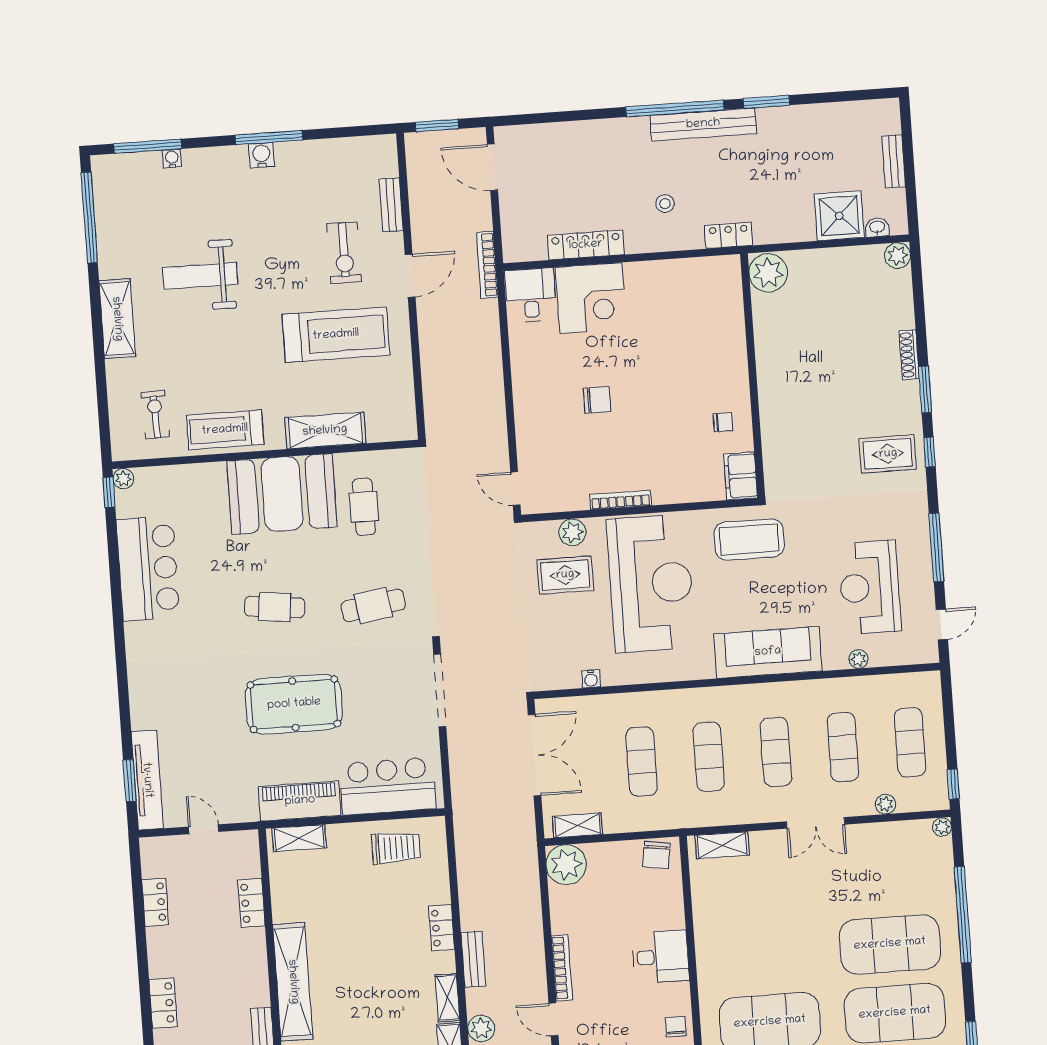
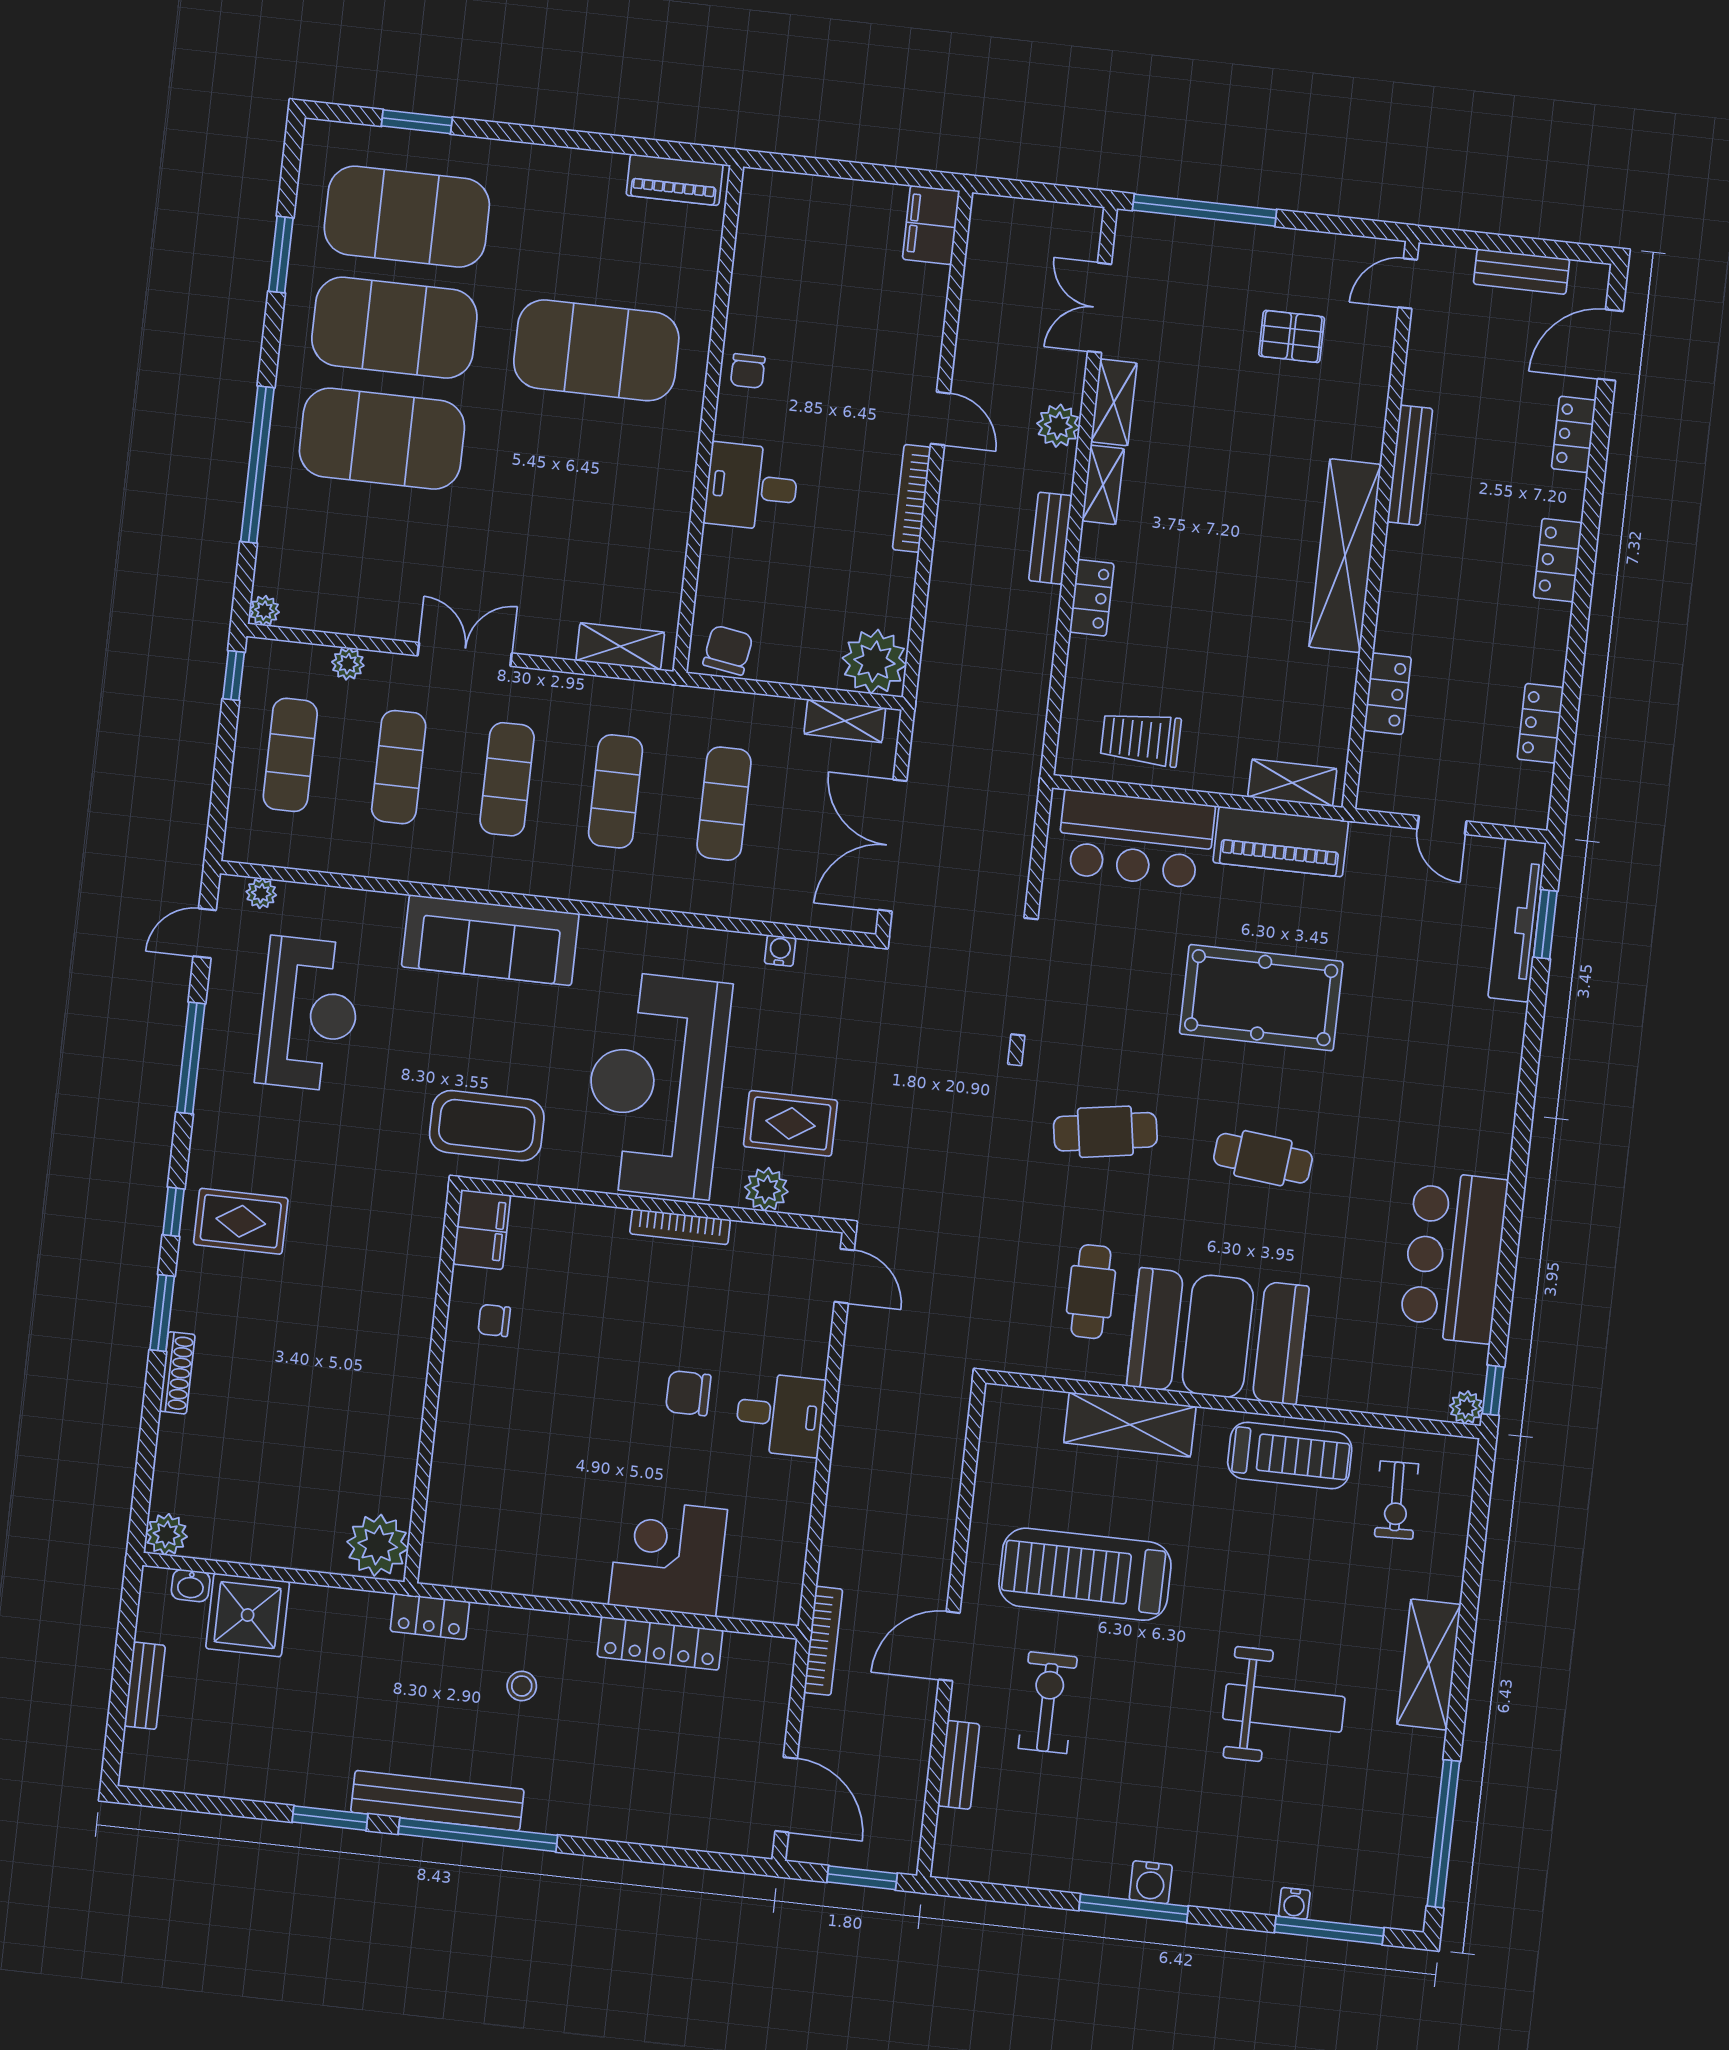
desk: (531, 295) -> (780, 1414), moved, turned -90
plant: (858, 659) -> (261, 893), moved

